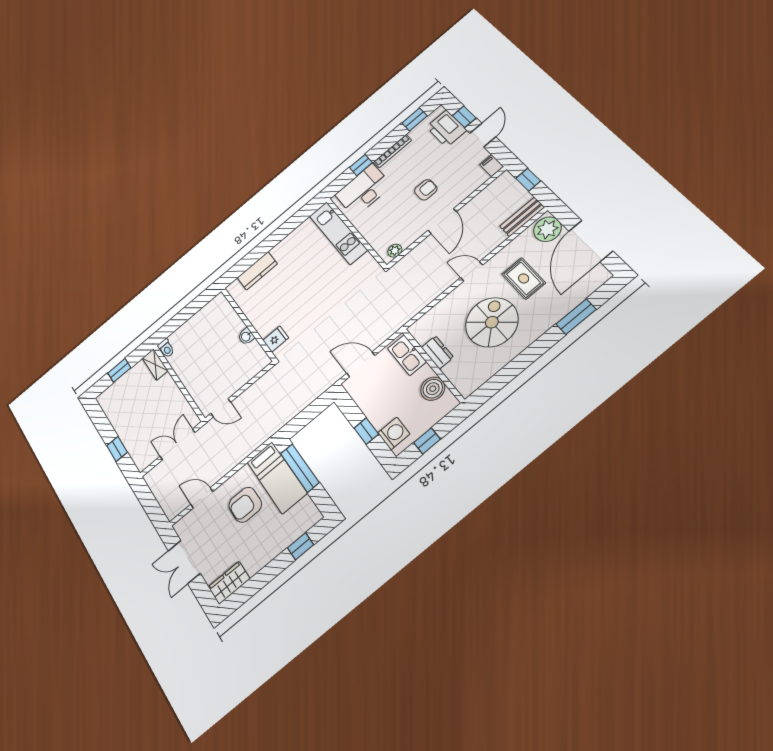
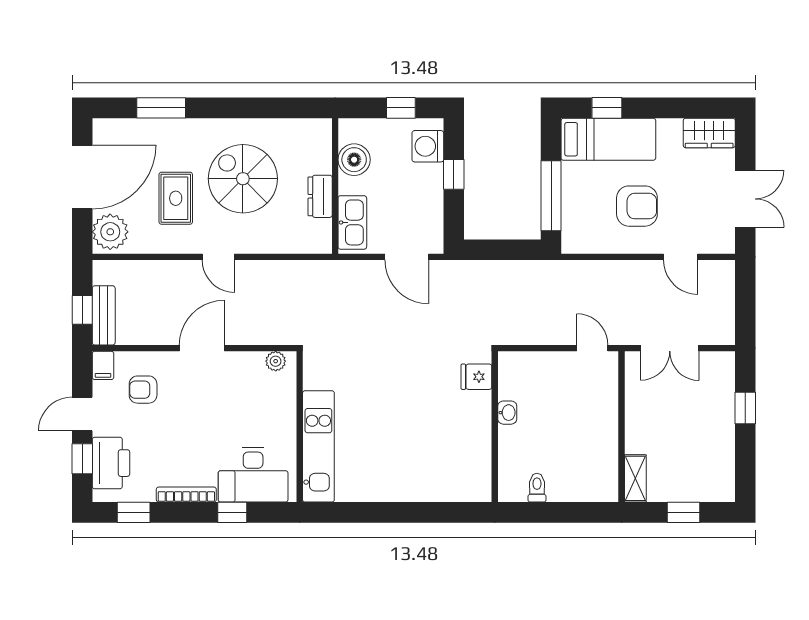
armchair: (426, 190) -> (143, 390), moved
bench: (522, 217) -> (104, 315), moved, turned 90
kitchen counter: (257, 271) -> (440, 488), removed
spiral stairs: (492, 322) -> (243, 179), turned 90
toilet: (166, 348) -> (537, 488), moved
bed: (277, 478) -> (608, 139), moved, turned 90

